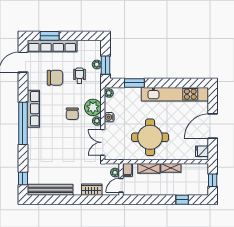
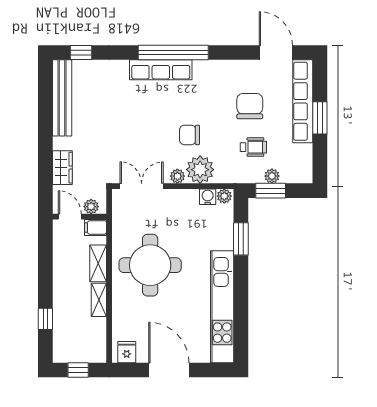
window: (50, 36) -> (320, 118), moved
chair: (55, 78) -> (250, 106), turned 180
row of seats: (33, 109) -> (161, 70), moved
water cooler: (109, 117) -> (208, 197), moved

